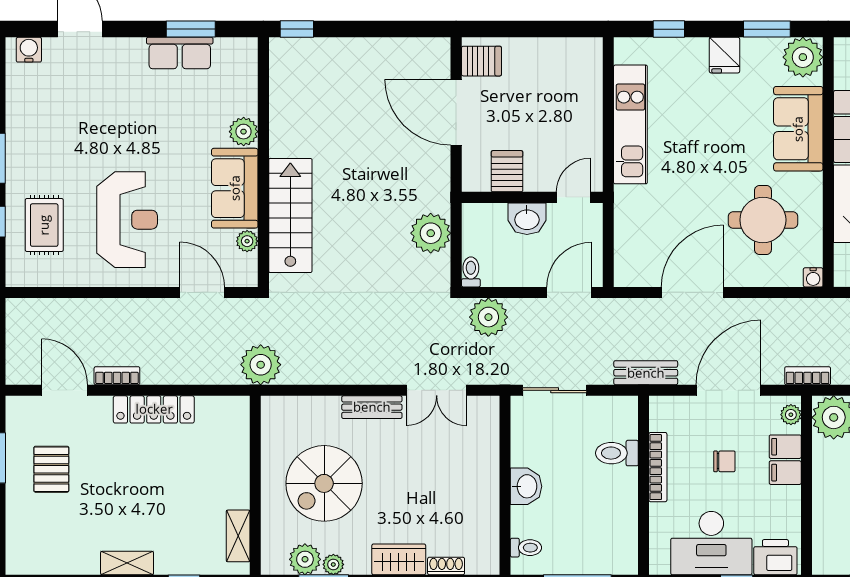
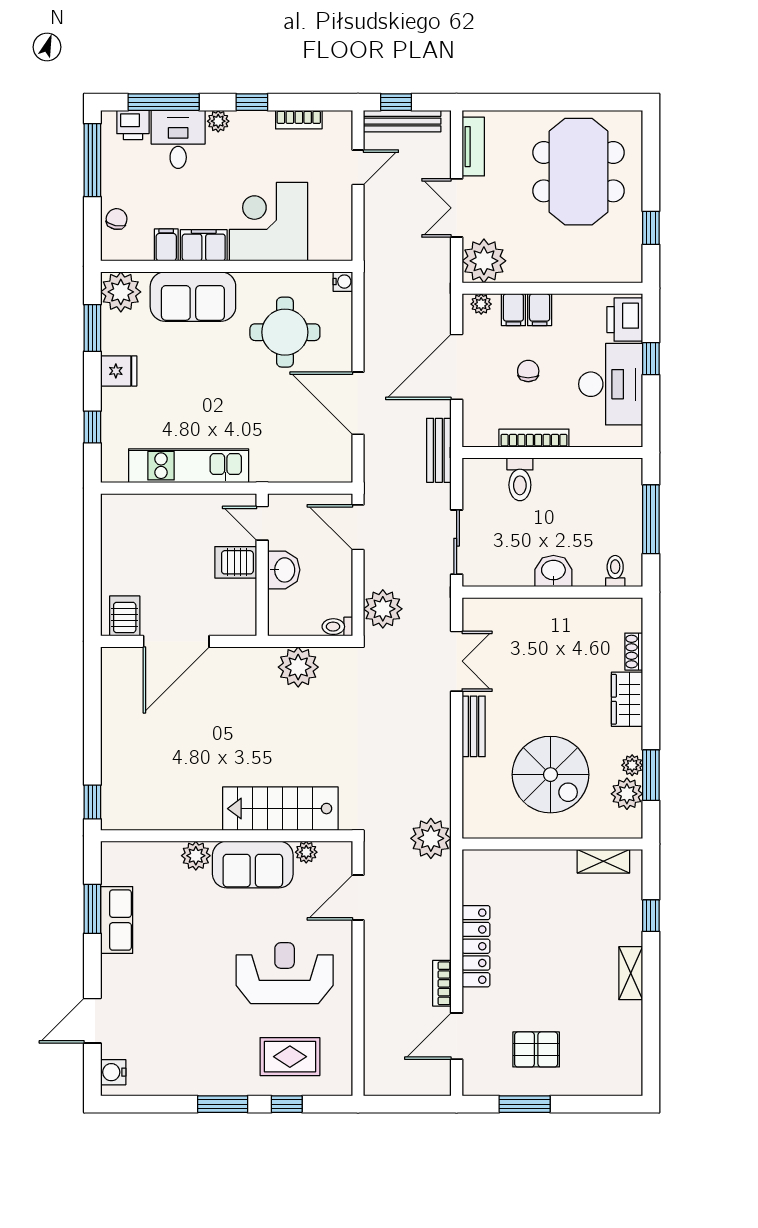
server rack: (507, 171) -> (236, 562), moved
bookcase: (808, 376) -> (442, 287), removed
door: (728, 390) -> (457, 367), hinge flipped

